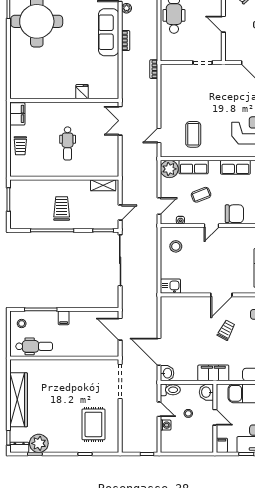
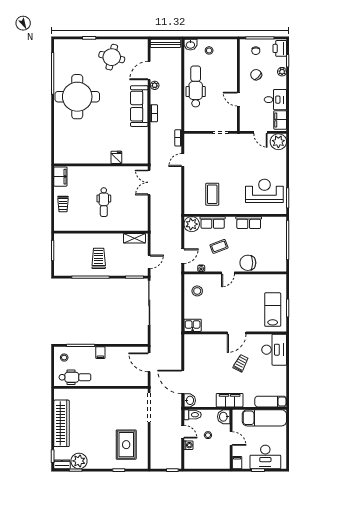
door: (159, 136) -> (183, 160), moved
chair: (234, 214) -> (248, 263), turned 180

